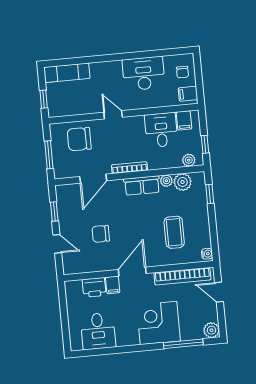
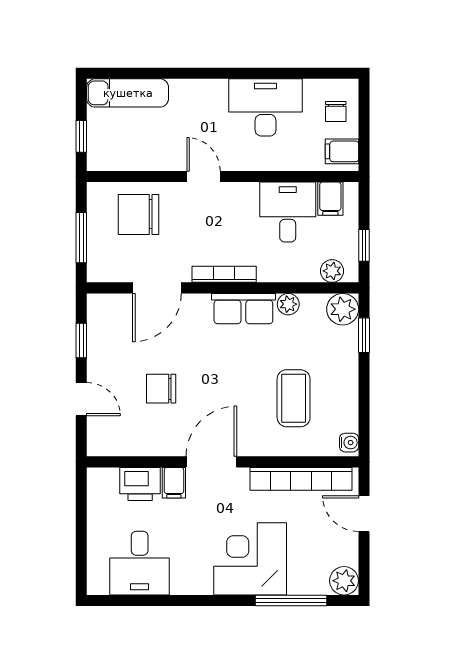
plant: (183, 182) -> (343, 309), moved

